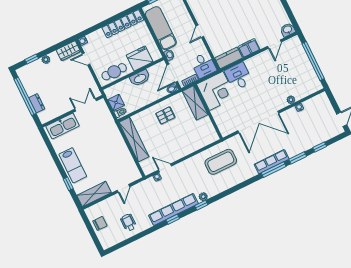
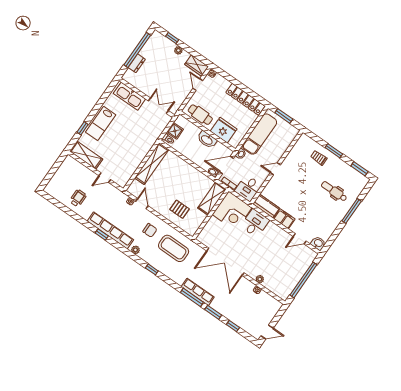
pallet: (165, 115) -> (179, 209), moved
window: (201, 205) -> (152, 269), moved
chair: (100, 223) -> (150, 230), moved

